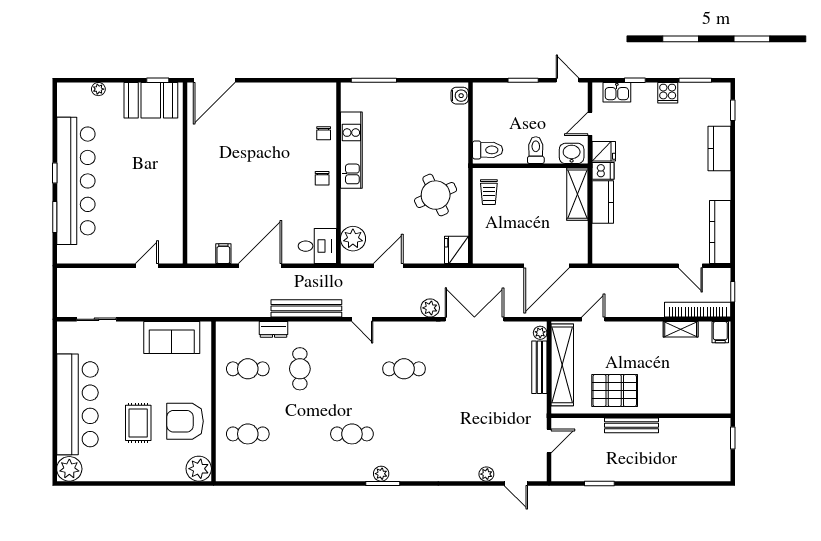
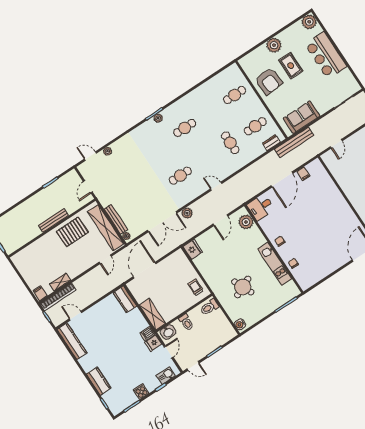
round table: (436, 195) -> (243, 287), moved
kitchen counter: (603, 202) -> (125, 299), moved
bench: (306, 308) -> (294, 142), moved
dresser: (273, 329) -> (271, 143), moved
bar counter: (77, 404) -> (326, 55), width x0.73
armchair: (185, 421) -> (269, 81), turned 86
plant: (199, 469) -> (274, 45), moved

